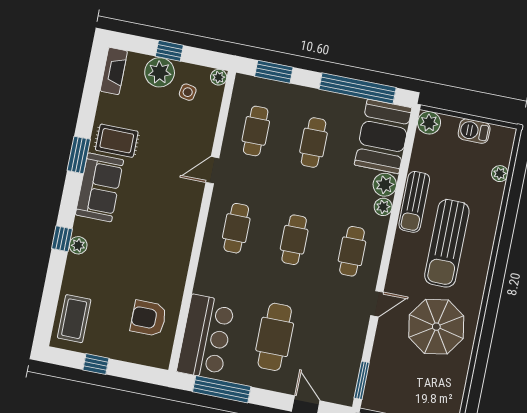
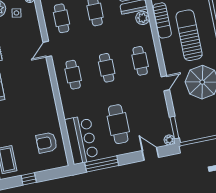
plant: (383, 207) -> (169, 140), moved
sun lounger: (447, 243) -> (189, 35), turned 180

